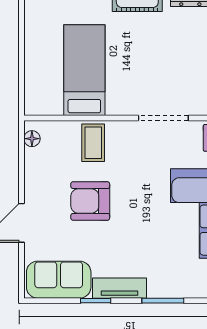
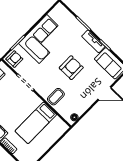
armchair: (90, 201) -> (71, 68), moved, turned -90

